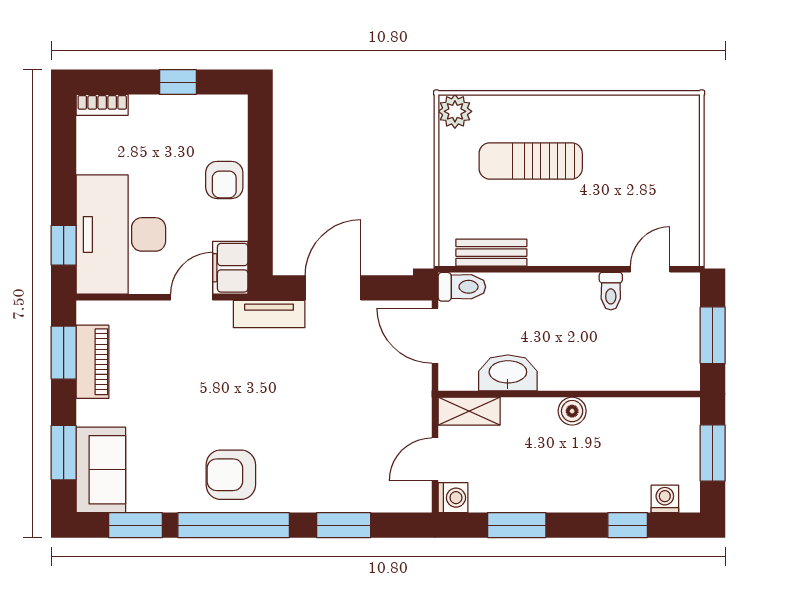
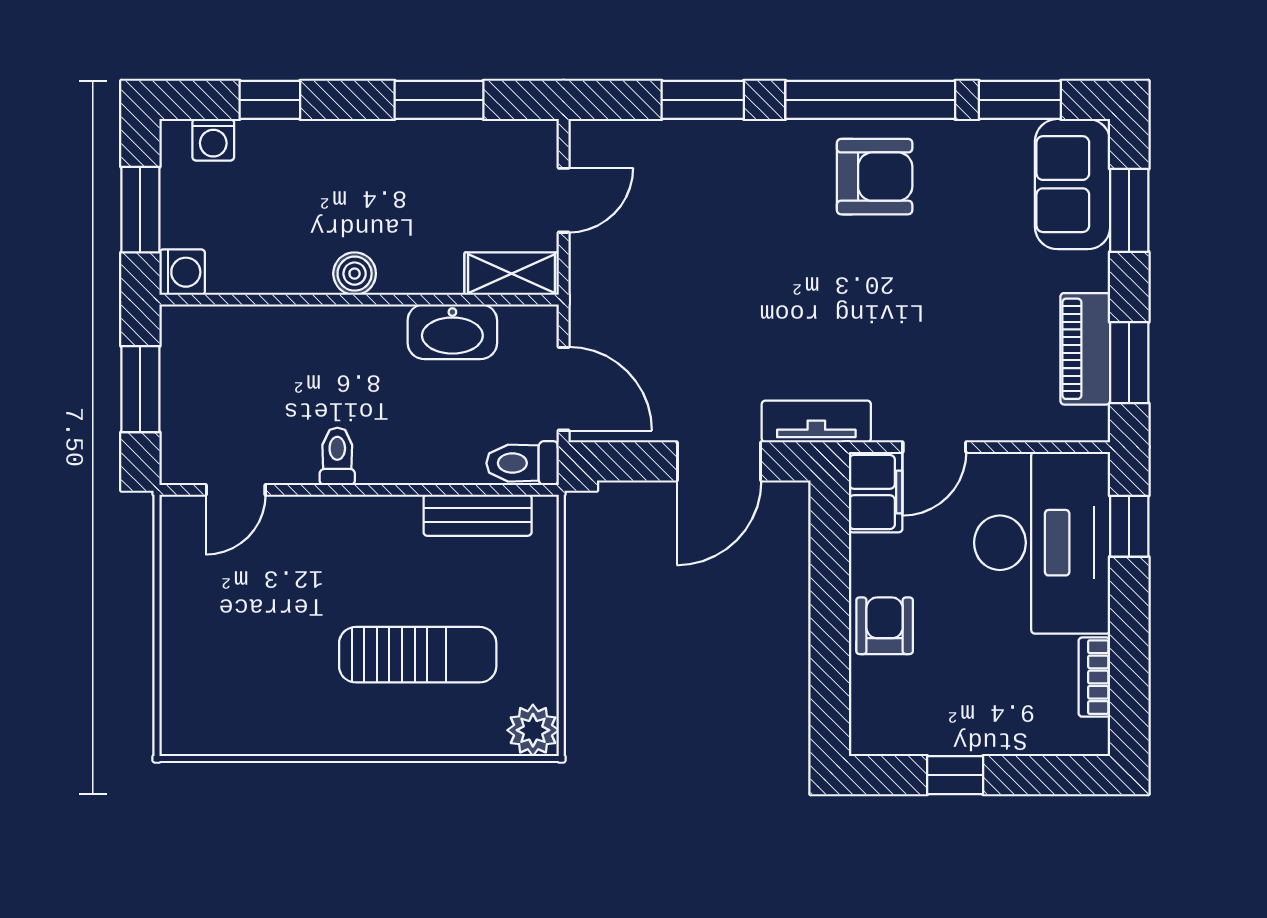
bookcase: (102, 105) -> (1094, 677), moved, turned -90
toilet: (611, 291) -> (337, 456), moved
washing machine: (453, 498) -> (182, 272), moved, turned 180

